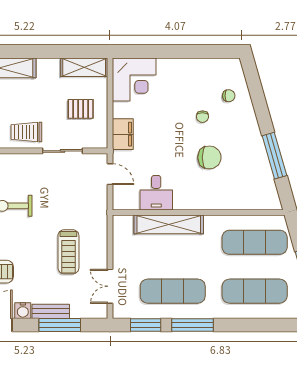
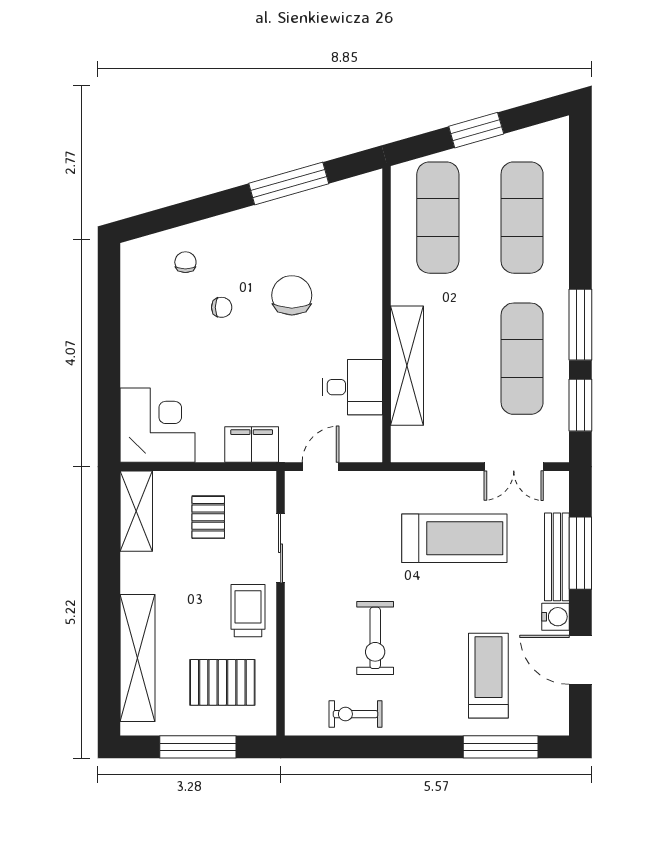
trolley: (26, 132) -> (248, 611), turned 180
treadmill: (68, 252) -> (454, 538), width x1.37, depth x1.38
bench: (51, 311) -> (557, 557), width x1.36

